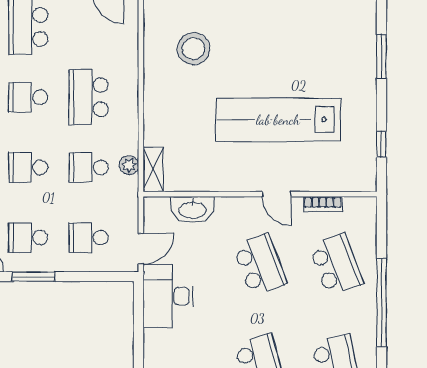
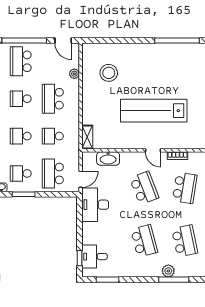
plant: (129, 165) -> (74, 74), moved
school desk: (89, 238) -> (53, 173), width x1.85
school desk: (336, 265) -> (185, 188), turned 30

